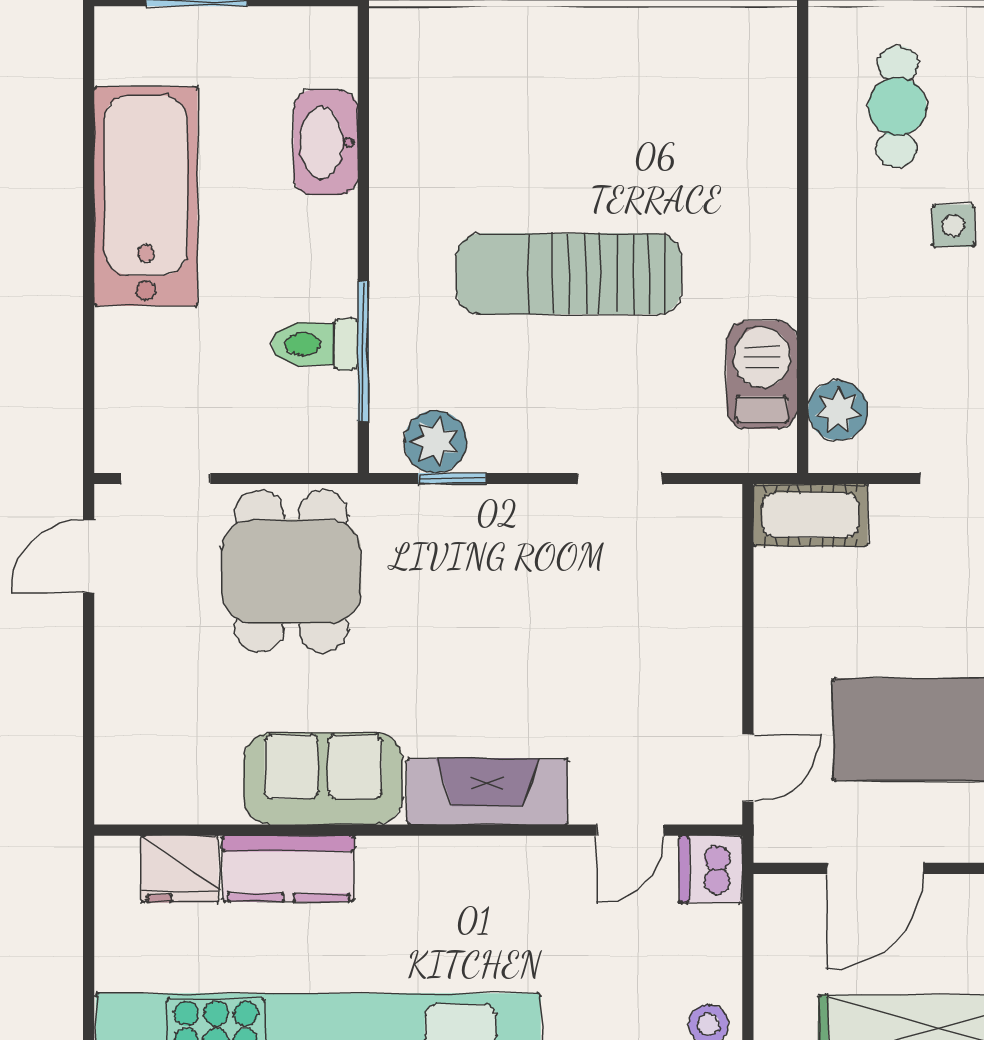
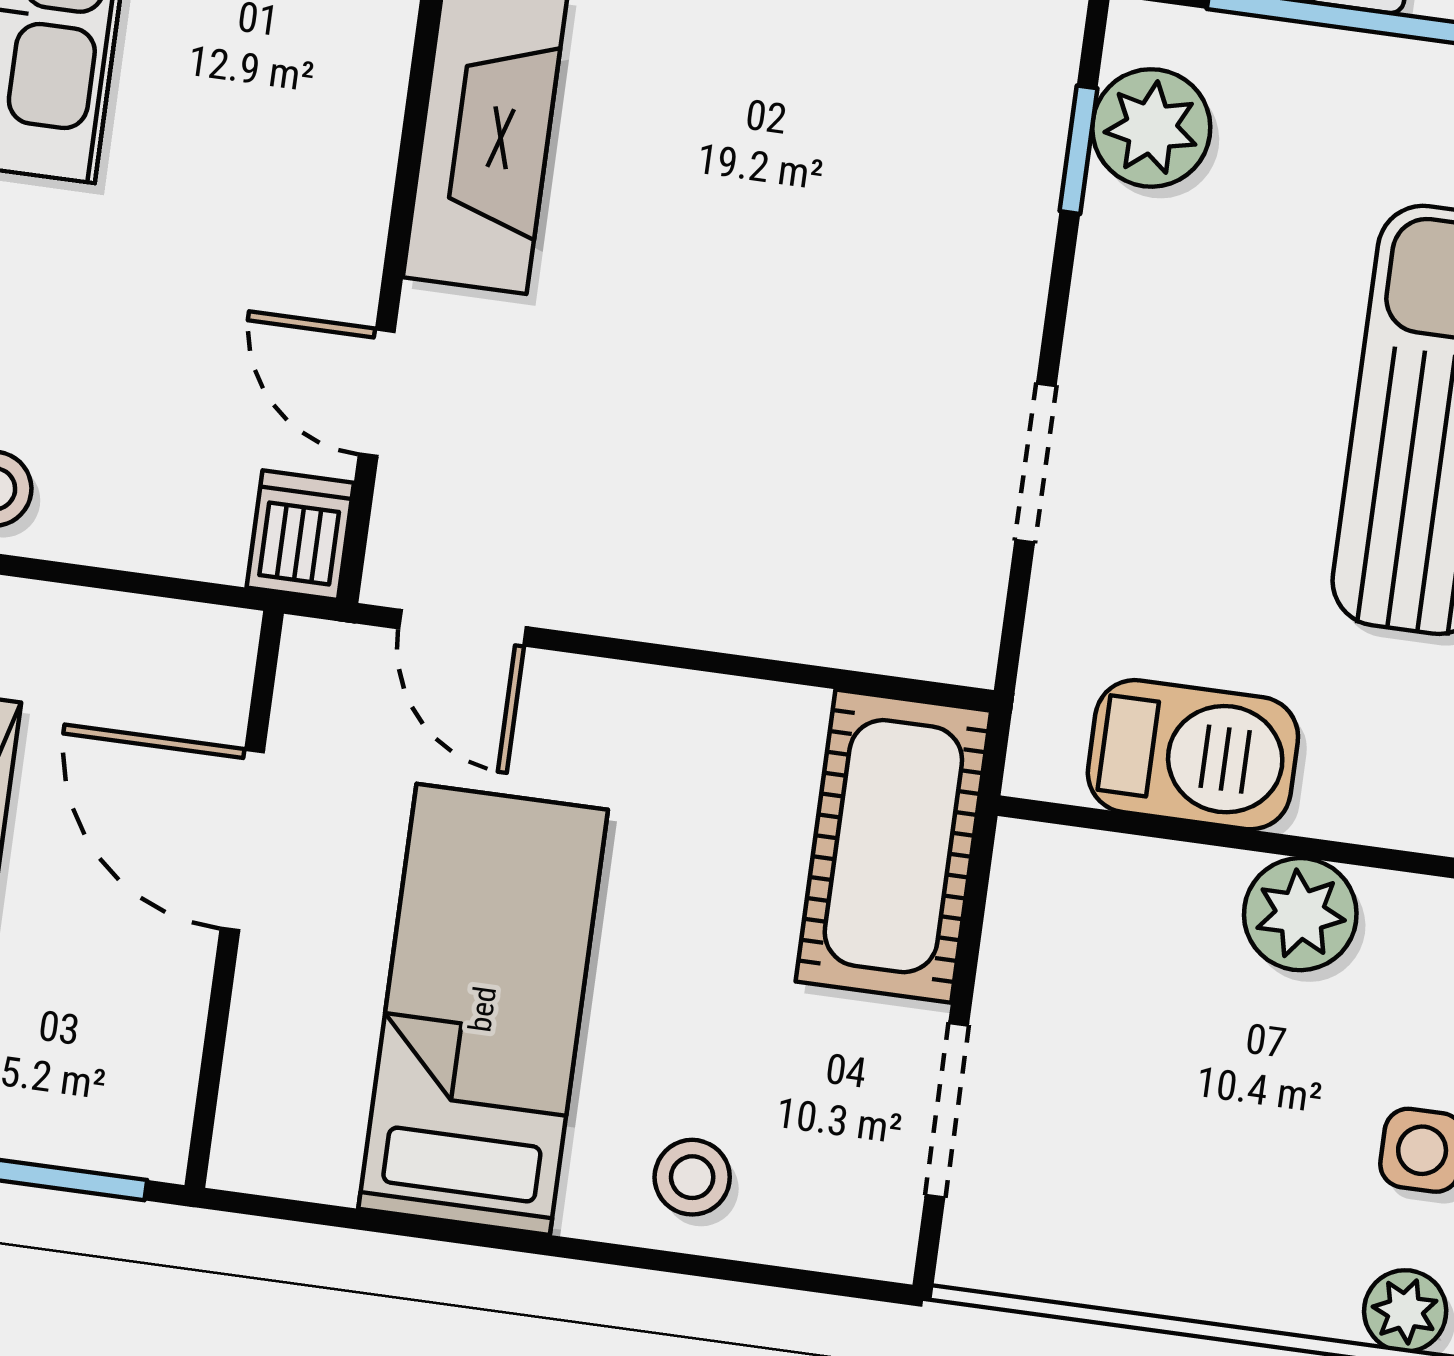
plant: (838, 410) -> (1300, 914), moved
cot: (810, 515) -> (893, 846), width x1.37, depth x1.34
dishwasher: (711, 869) -> (300, 535), width x0.73

